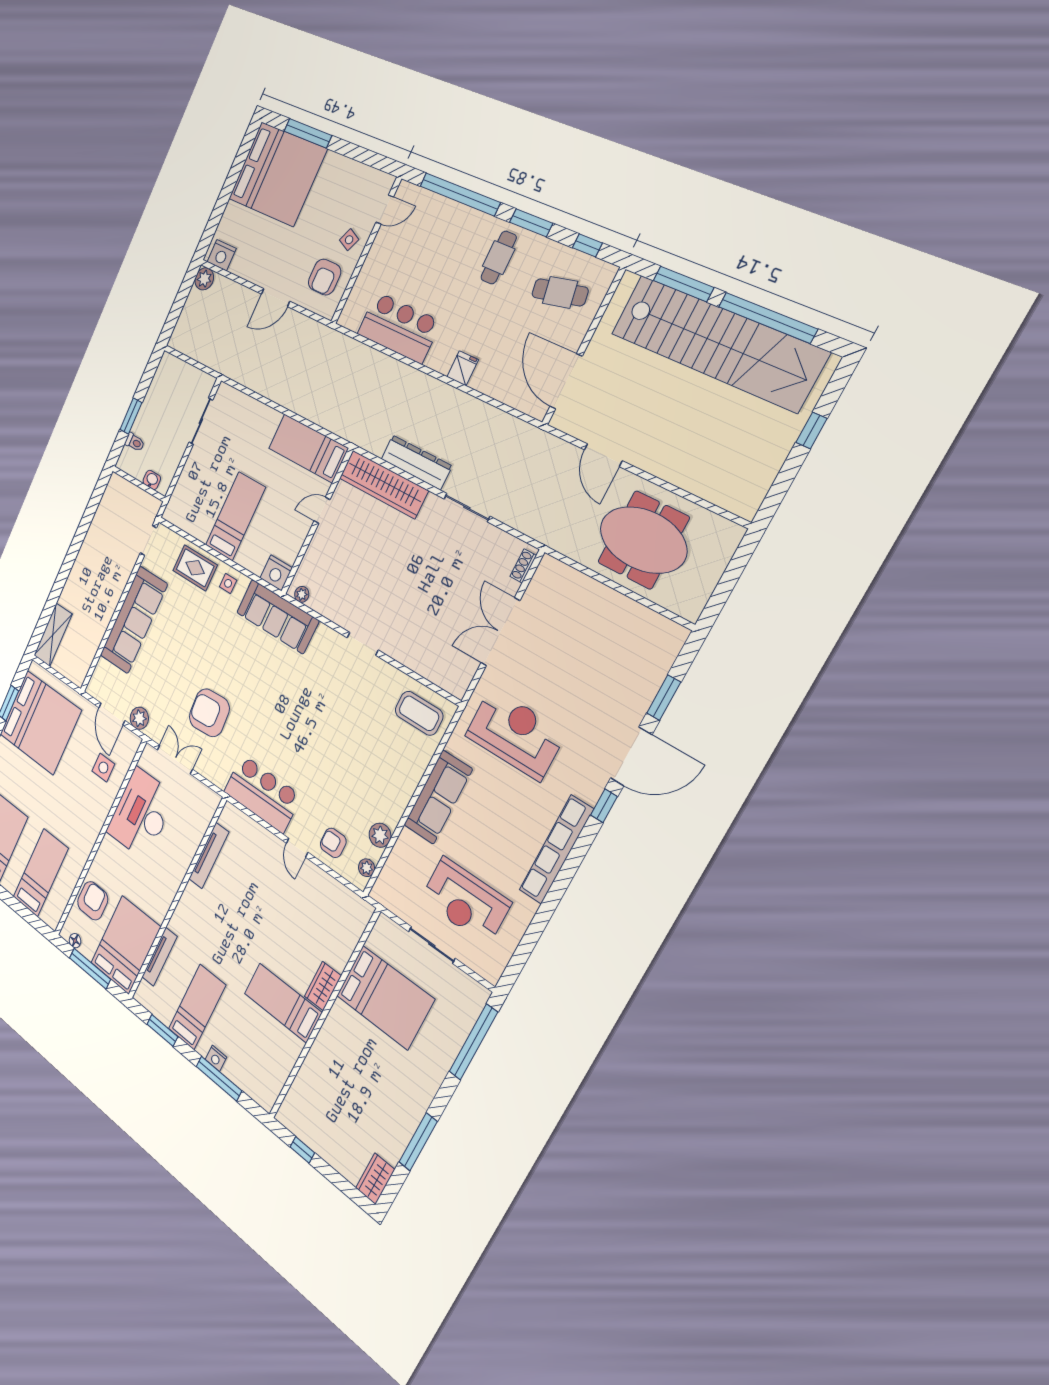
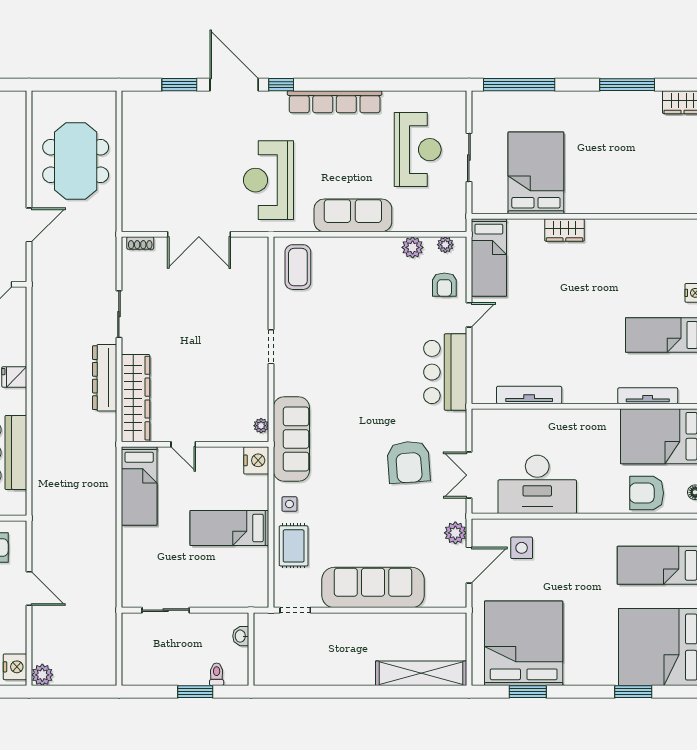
shelving: (53, 635) -> (421, 673), width x1.47
bed: (283, 1003) -> (489, 257), moved

